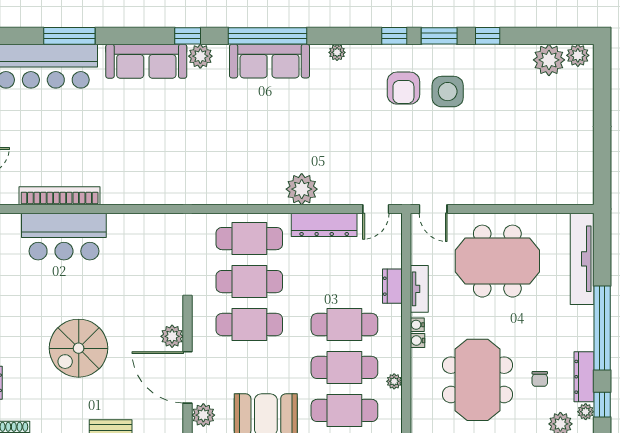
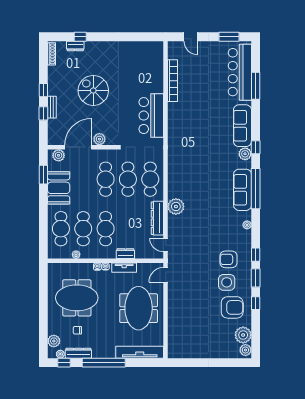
armchair: (496, 81) -> (232, 307), added
bar counter: (64, 237) -> (151, 116), moved

